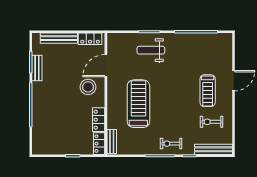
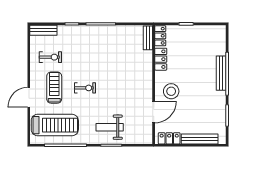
weight bench: (151, 50) -> (110, 127), turned 180
bench: (37, 68) -> (221, 73), moved, width x1.36
treadmill: (138, 104) -> (55, 125), moved, turned -90
exercise bike: (171, 144) -> (85, 88), moved
bench: (214, 149) -> (43, 30), width x0.73

